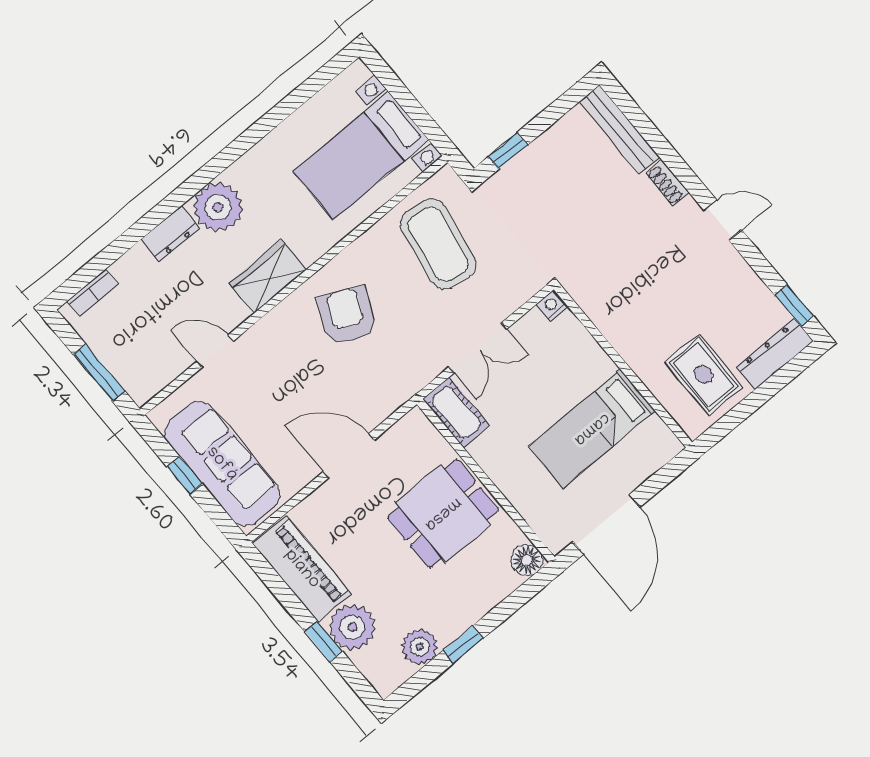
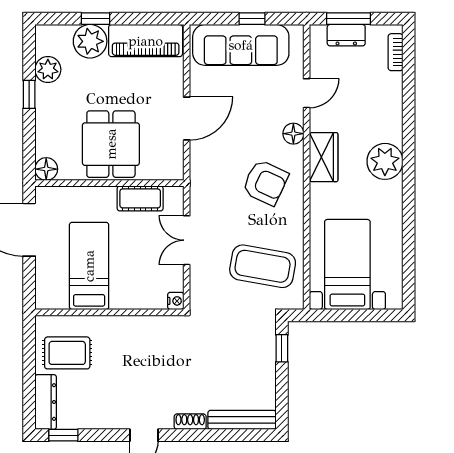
dresser: (170, 234) -> (346, 35), moved, turned -90
floor lamp: (270, 329) -> (293, 134), added
cot: (456, 412) -> (140, 198), moved

